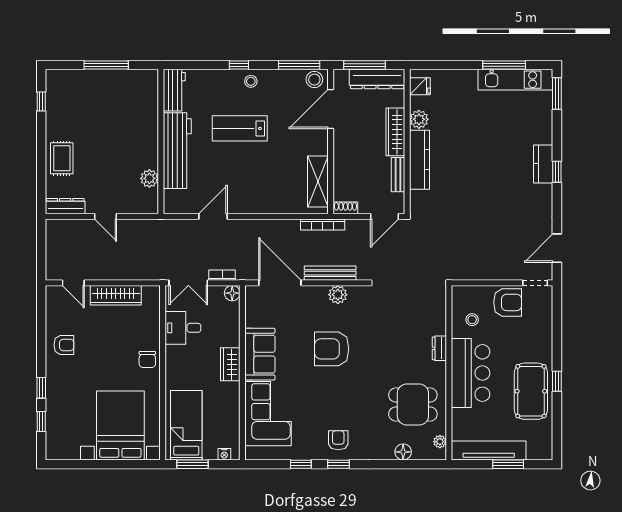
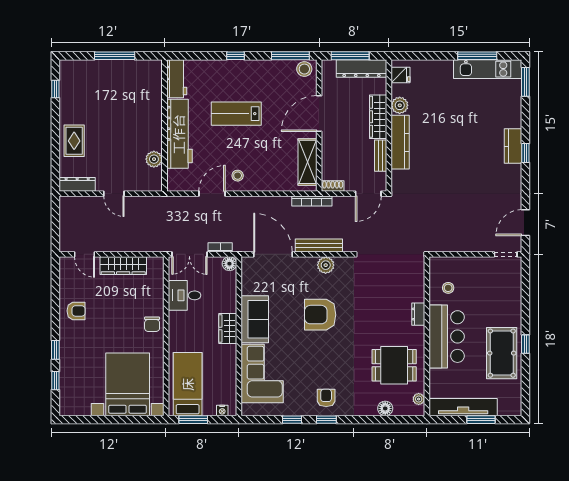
stool: (251, 81) -> (238, 176), moved
door: (331, 109) -> (319, 113), moved
armchair: (508, 302) -> (480, 272), removed

